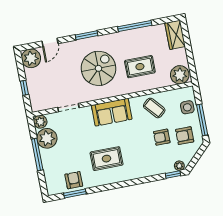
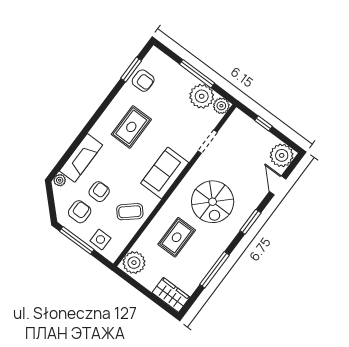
fireplace: (154, 168) -> (81, 158), added
window: (173, 175) -> (58, 167), removed

